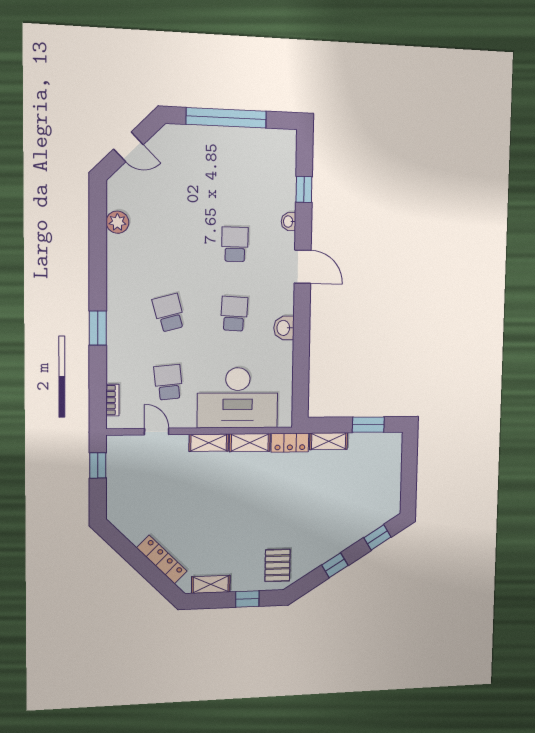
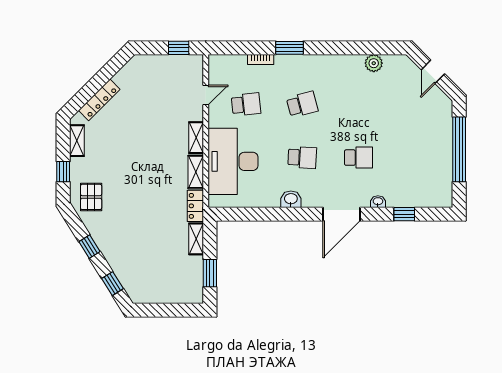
door: (303, 267) -> (341, 214), width x1.36
bookcase: (112, 400) -> (261, 60), moved
pallet: (277, 565) -> (91, 197), turned 90

